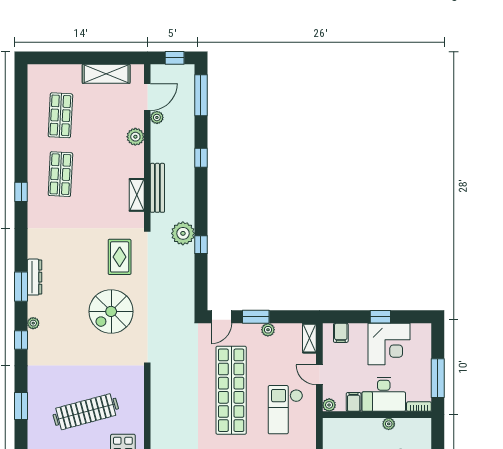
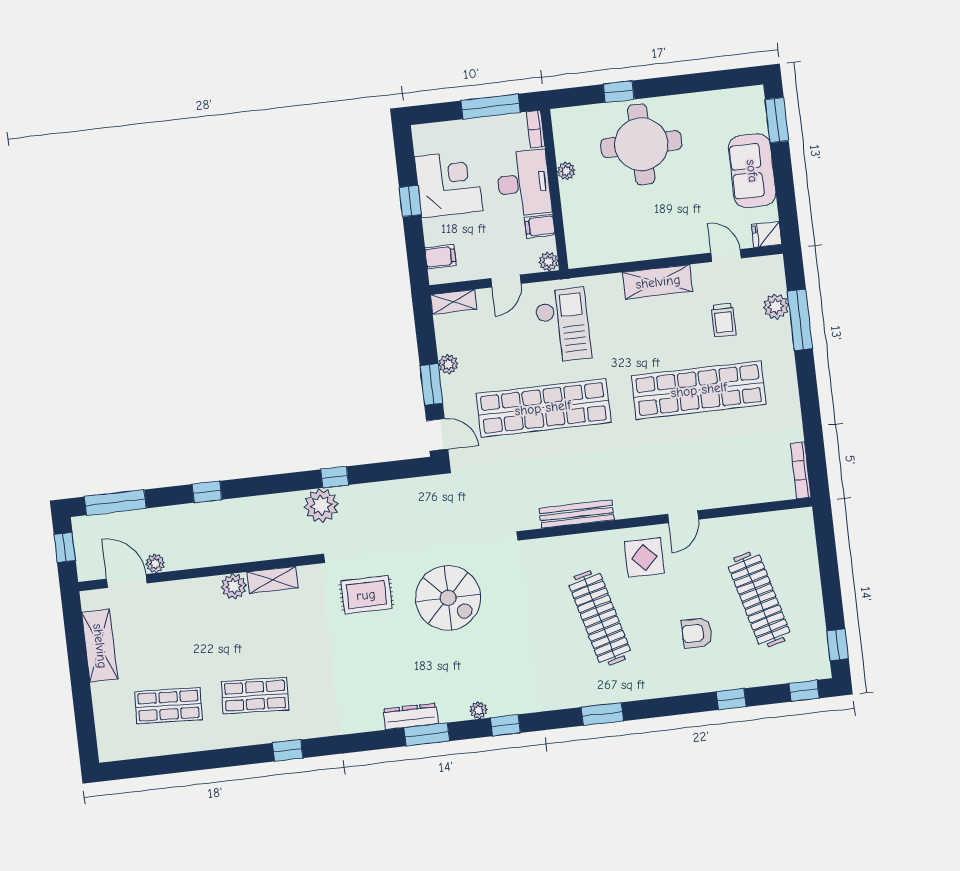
plant: (135, 137) -> (234, 586), moved
bench: (157, 188) -> (577, 514), moved
checkout: (285, 410) -> (563, 325), turned -90

